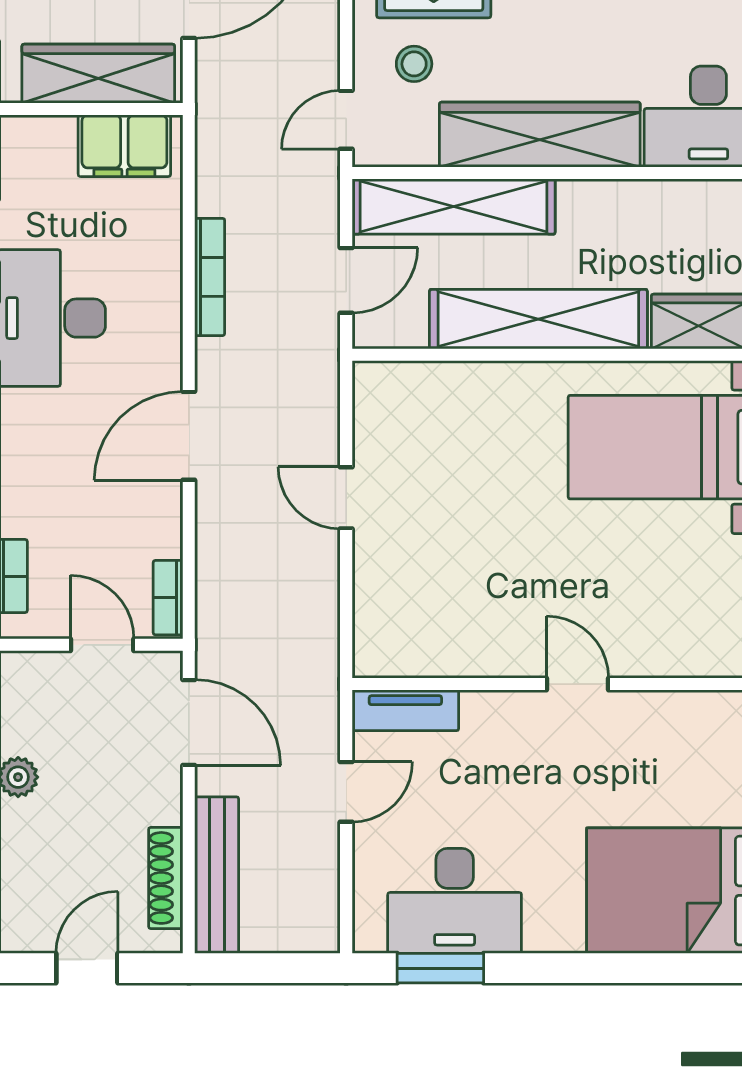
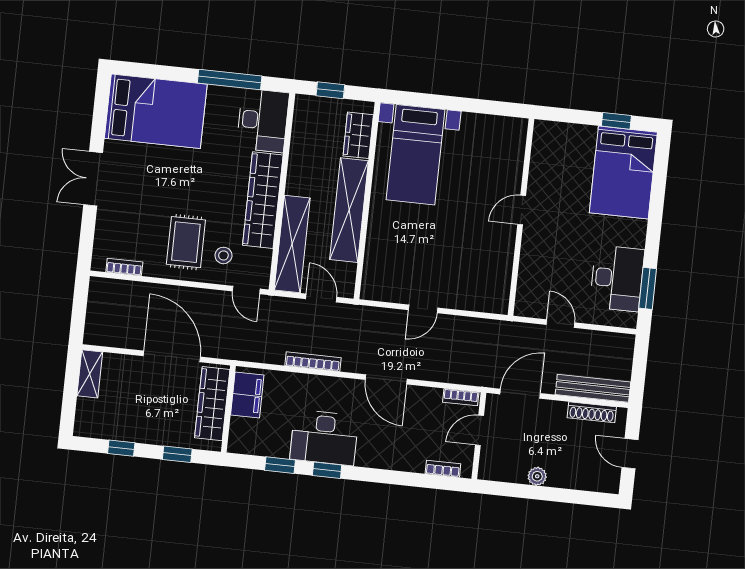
tv unit: (405, 710) -> (525, 292), removed

